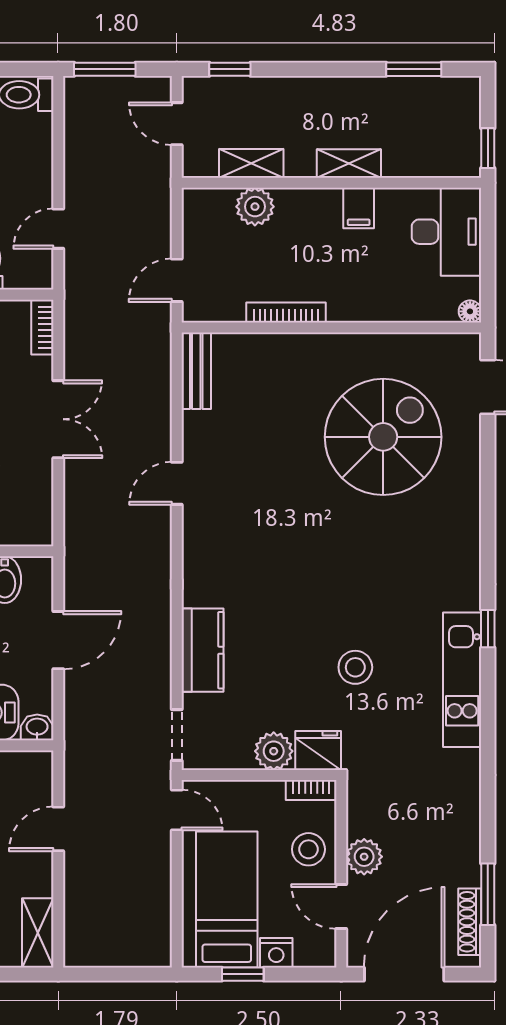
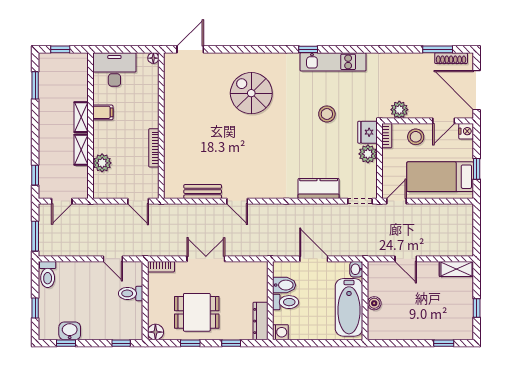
window: (488, 148) -> (60, 49), moved
shelving: (251, 163) -> (81, 150), moved
bench: (196, 371) -> (203, 192), moved
spiral stairs: (383, 437) -> (251, 93), moved, width x0.73, depth x0.73
plant: (364, 857) -> (399, 110), moved
nightstand: (276, 953) -> (466, 131), moved

